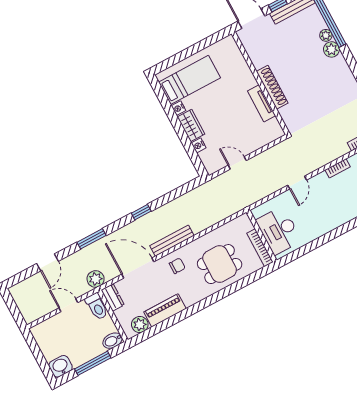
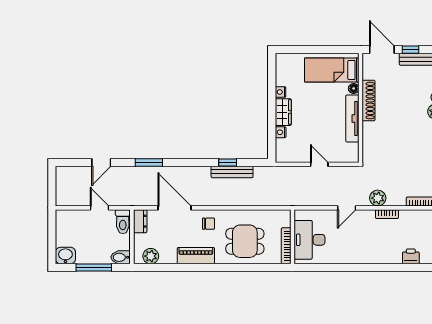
floor lamp: (244, 69) -> (354, 88), added
bed: (189, 80) -> (332, 70), moved, turned 180
shoe rack: (272, 87) -> (369, 101), moved
tv unit: (262, 103) -> (352, 118), width x1.41
door: (237, 163) -> (319, 164), moved
window: (141, 212) -> (228, 162), moved
bench: (172, 241) -> (232, 172), moved
plant: (96, 279) -> (378, 198), moved
piano: (165, 310) -> (196, 256), moved

